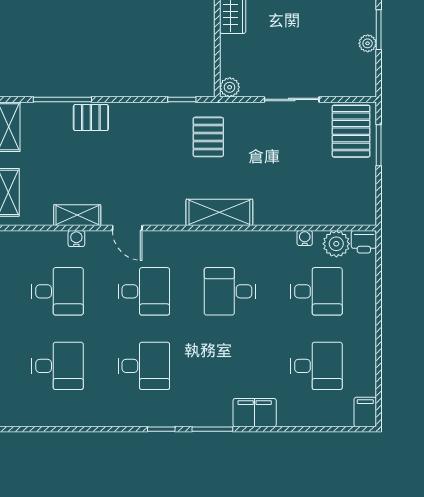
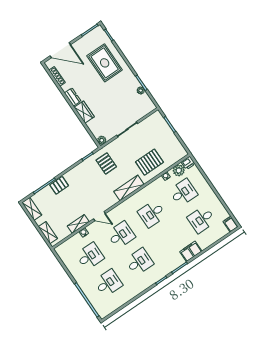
pallet: (351, 131) -> (149, 162), moved, turned 90
desk: (316, 366) -> (202, 219), turned 180

